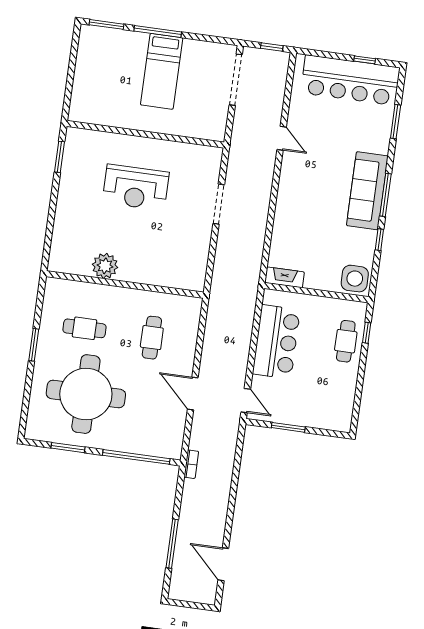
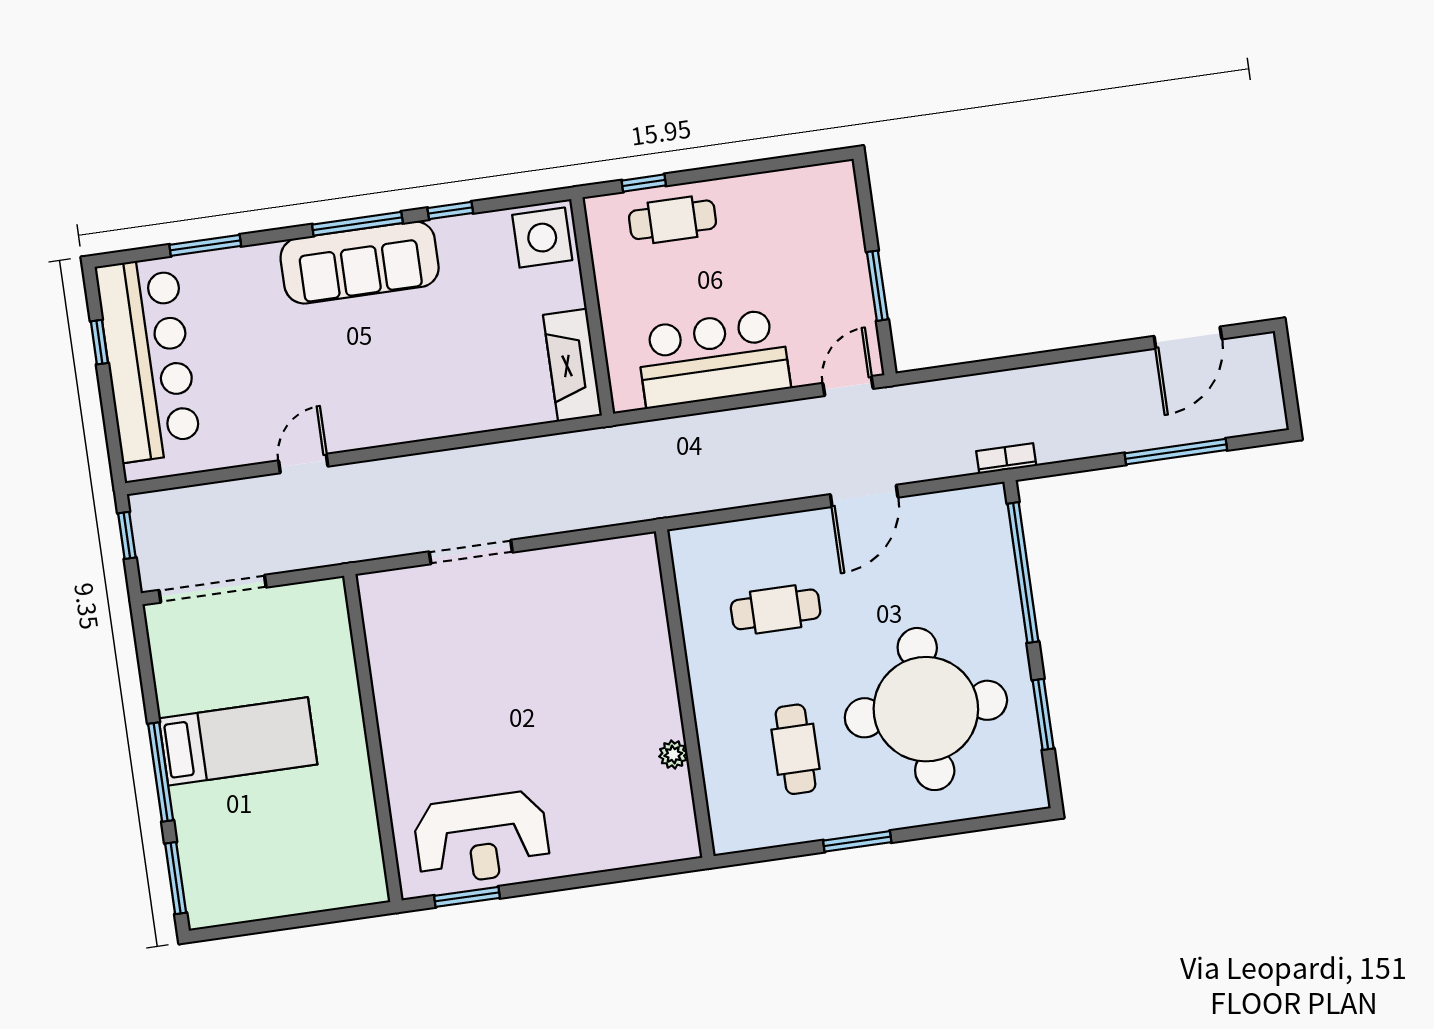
reception desk: (136, 187) -> (482, 838), moved, turned 90
plant: (105, 266) -> (673, 755), width x0.53, depth x0.53
fireplace: (284, 277) -> (572, 365), width x1.37, depth x1.32

